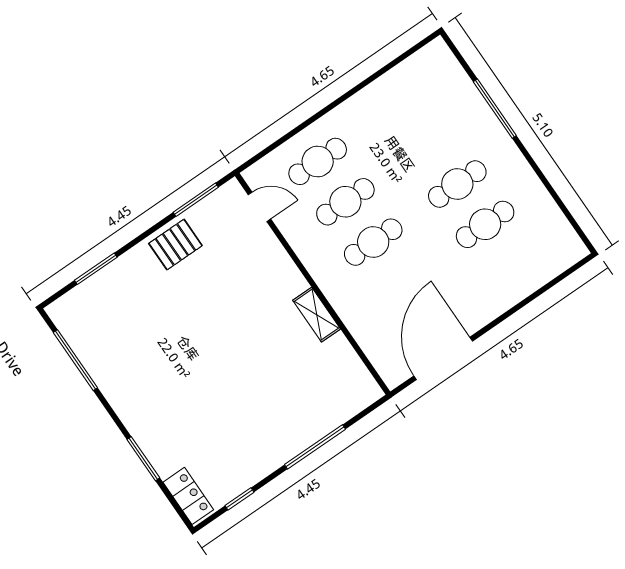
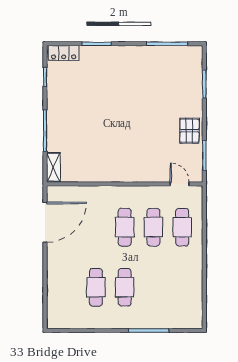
door: (259, 207) -> (180, 184), swing flipped
shelving: (317, 315) -> (53, 167), moved, turned 90
door: (443, 358) -> (45, 222), hinge flipped

